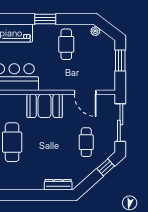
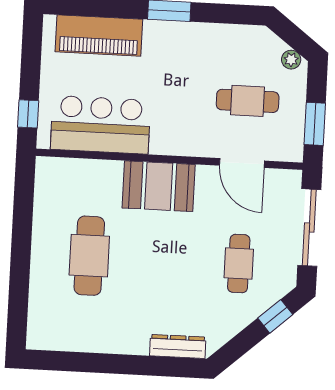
plant: (95, 31) -> (291, 60), moved
cafe table: (66, 44) -> (248, 101), moved, turned 90
window: (120, 61) -> (315, 124), moved

